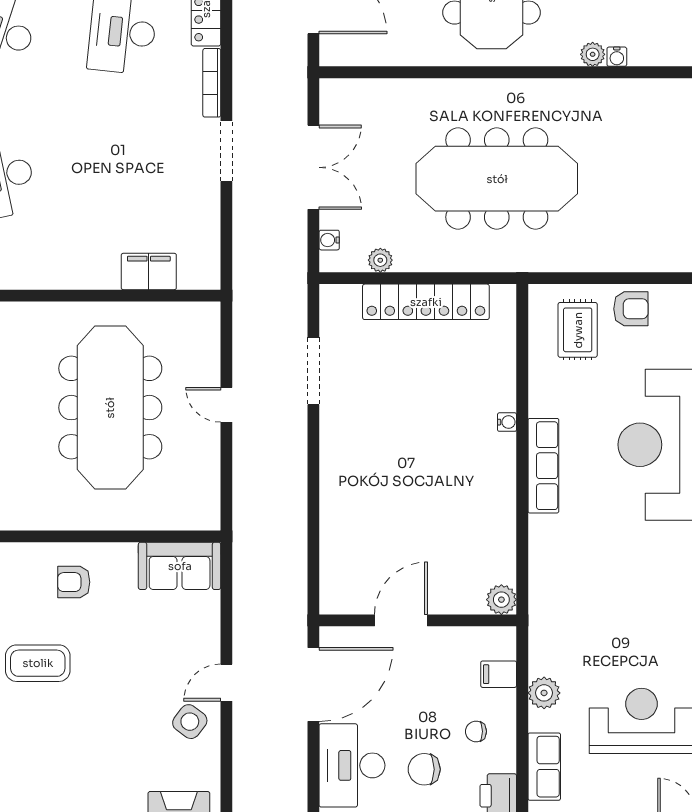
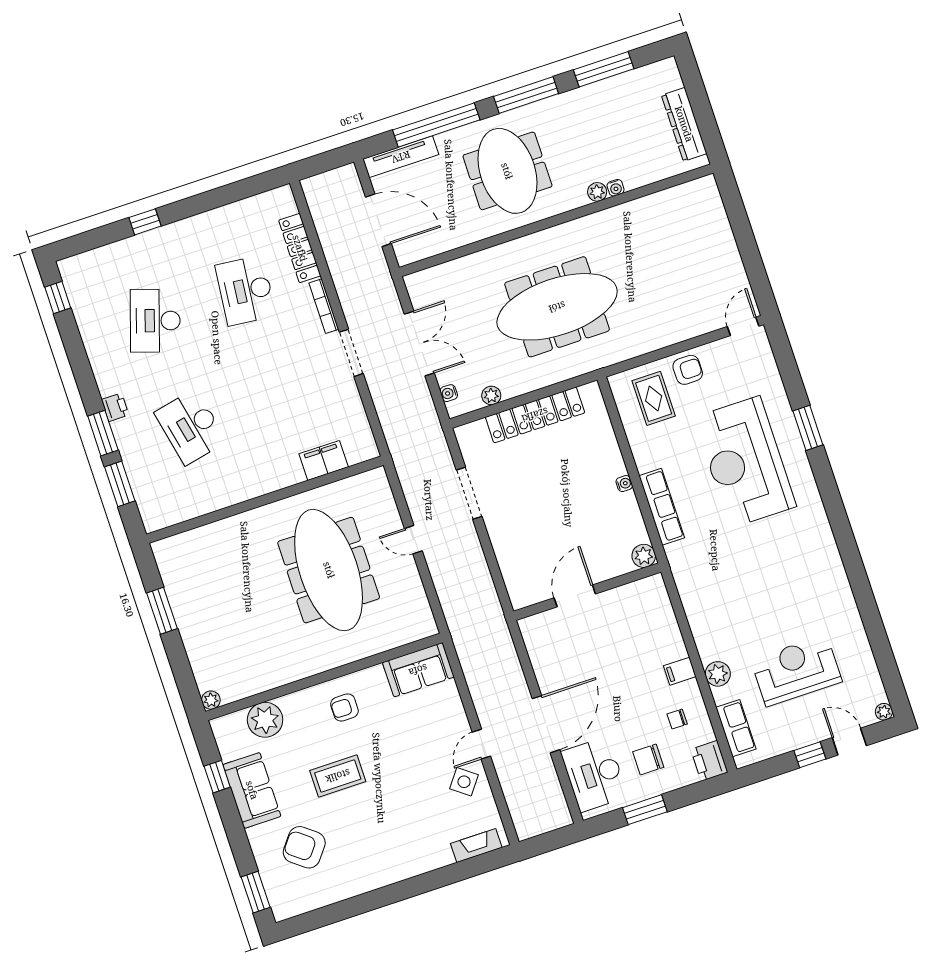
plant: (501, 600) -> (644, 556), moved
door: (401, 620) -> (575, 596), moved
wall: (418, 620) -> (587, 592), moved

